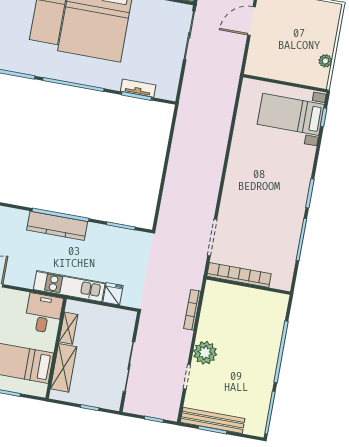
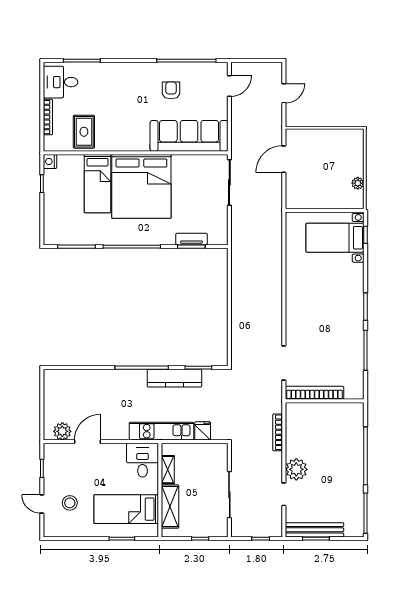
kitchen counter: (57, 226) -> (174, 378), moved

